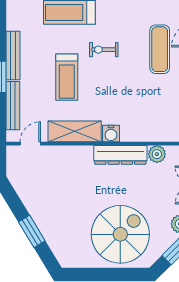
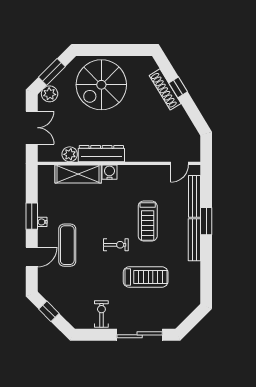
treadmill: (67, 77) -> (148, 221), turned 180
shelving: (75, 131) -> (78, 174), moved
shoe rack: (47, 229) -> (165, 89), added
window: (32, 231) -> (178, 87), width x0.67

